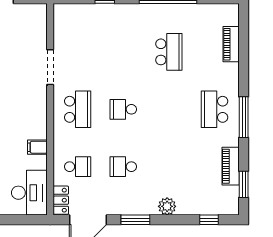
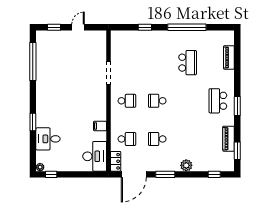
school desk: (78, 109) -> (127, 101), width x0.54
window: (244, 117) -> (237, 106), width x0.69

